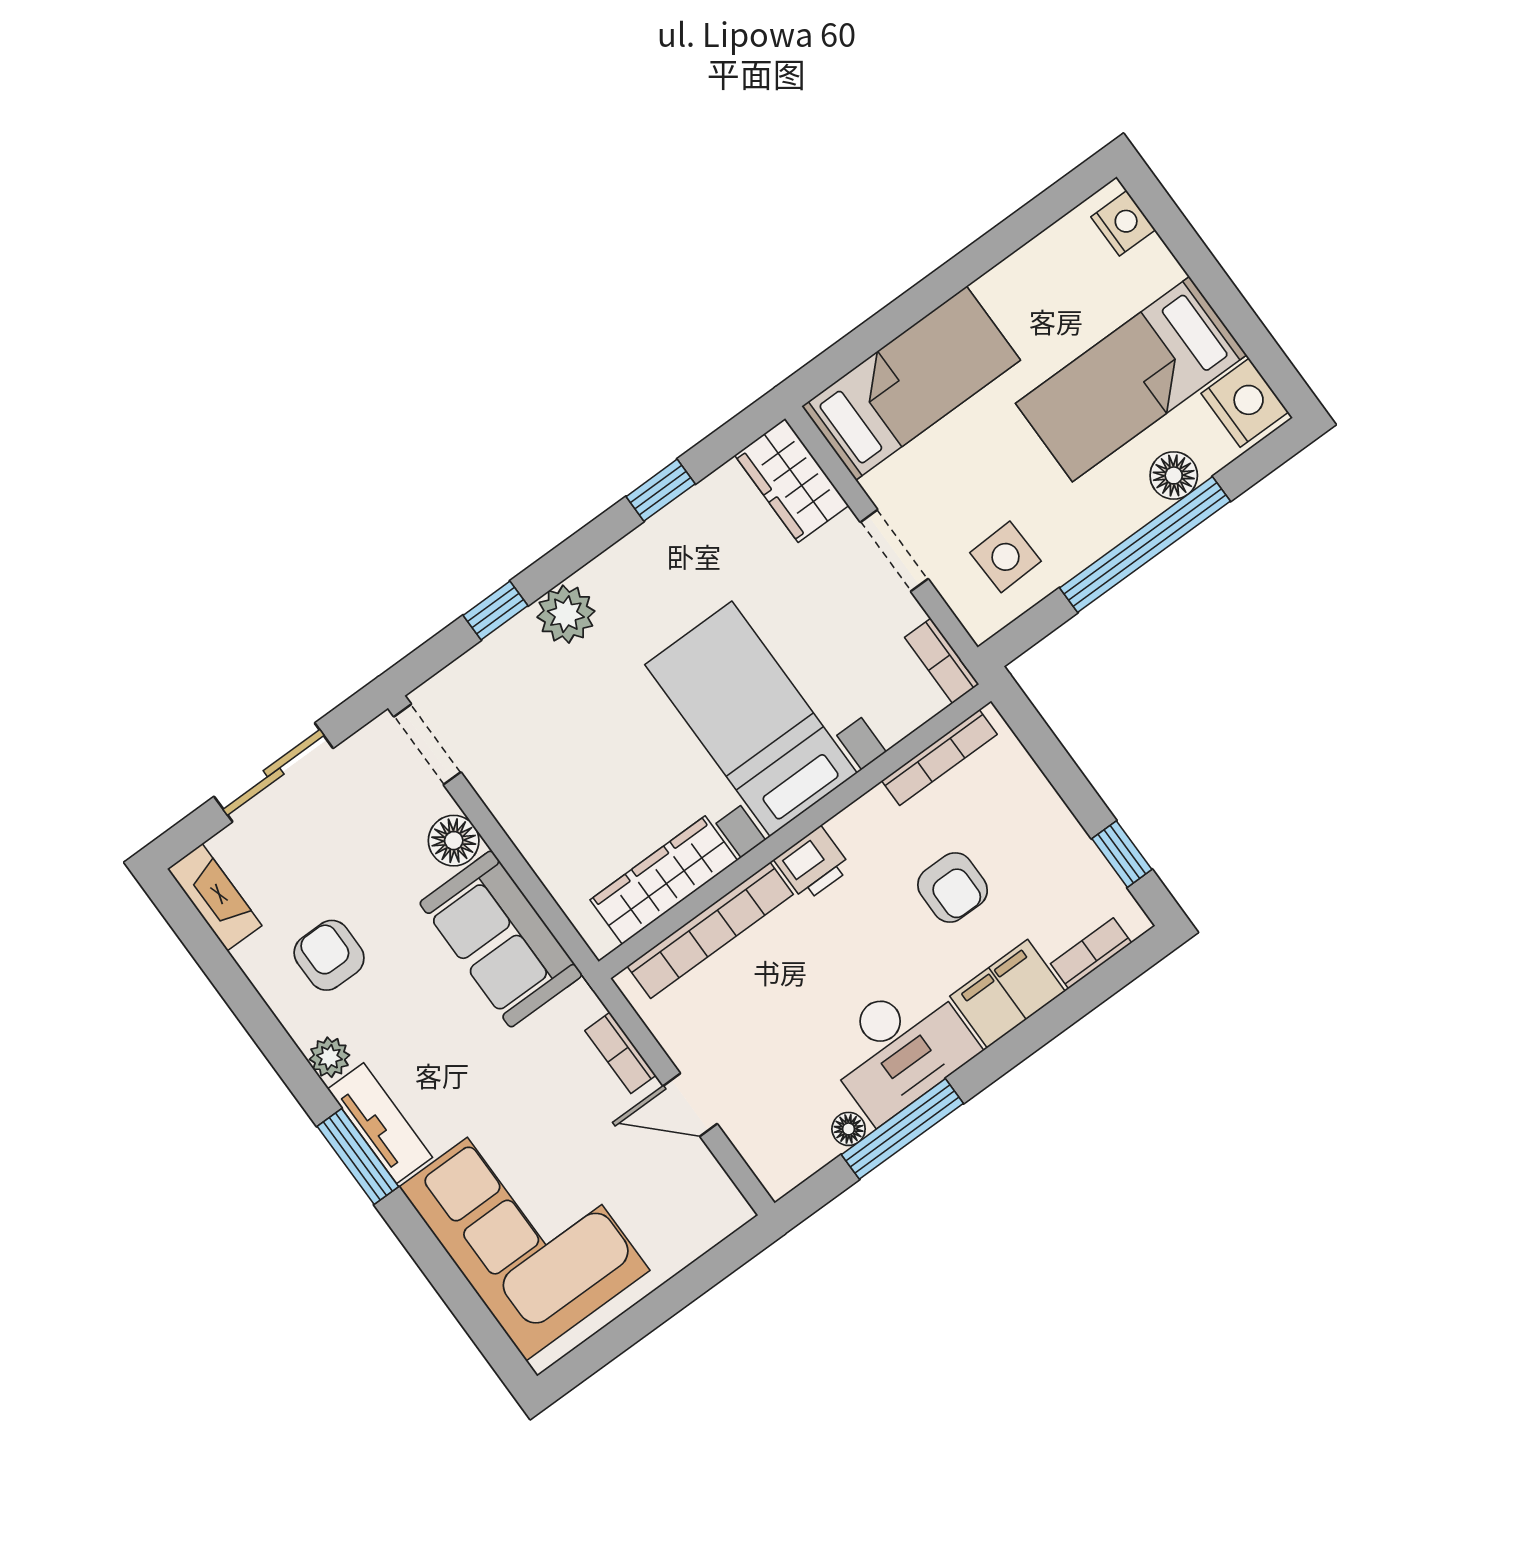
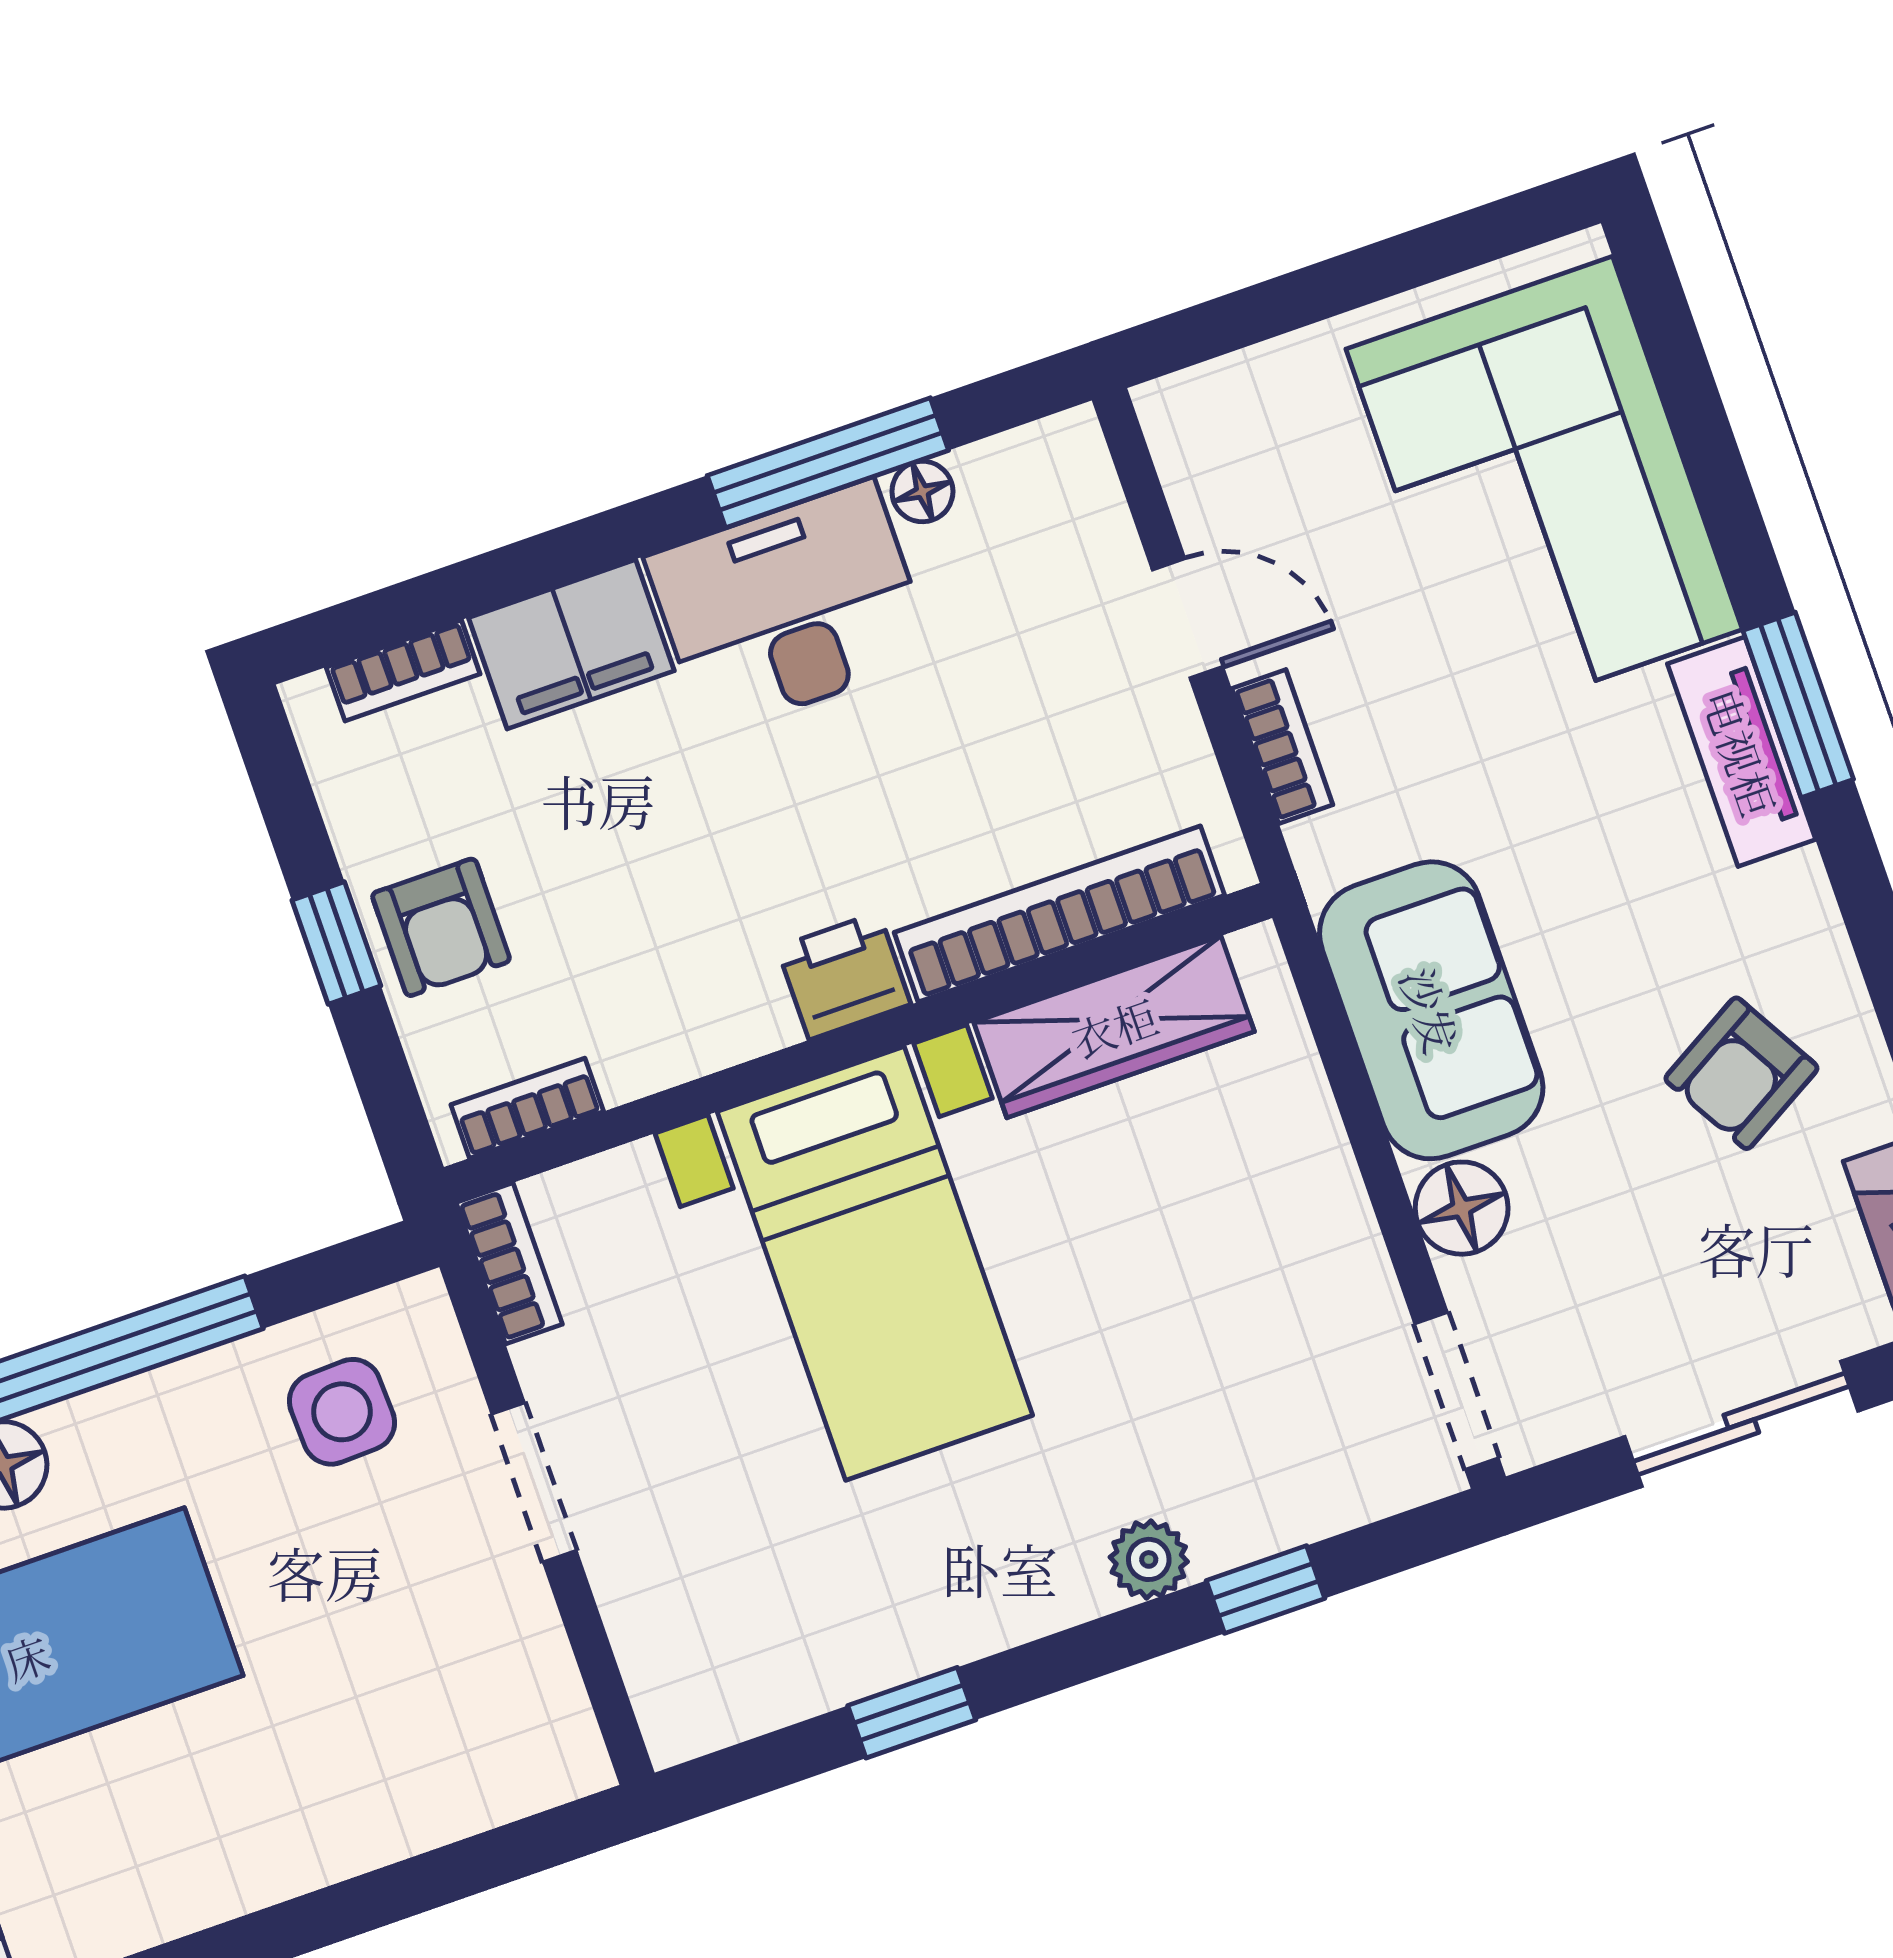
bed: (911, 383) -> (415, 1767), removed
wardrobe: (792, 480) -> (676, 1660), removed
plant: (566, 614) -> (1149, 1559), width x0.73, depth x0.73
bookcase: (939, 757) -> (527, 1108), width x0.64
window: (1122, 854) -> (336, 943), moved
armchair: (953, 887) -> (441, 927), moved, turned 180
armchair: (329, 955) -> (1741, 1073), turned 60
plant: (329, 1057) -> (1795, 894), removed

